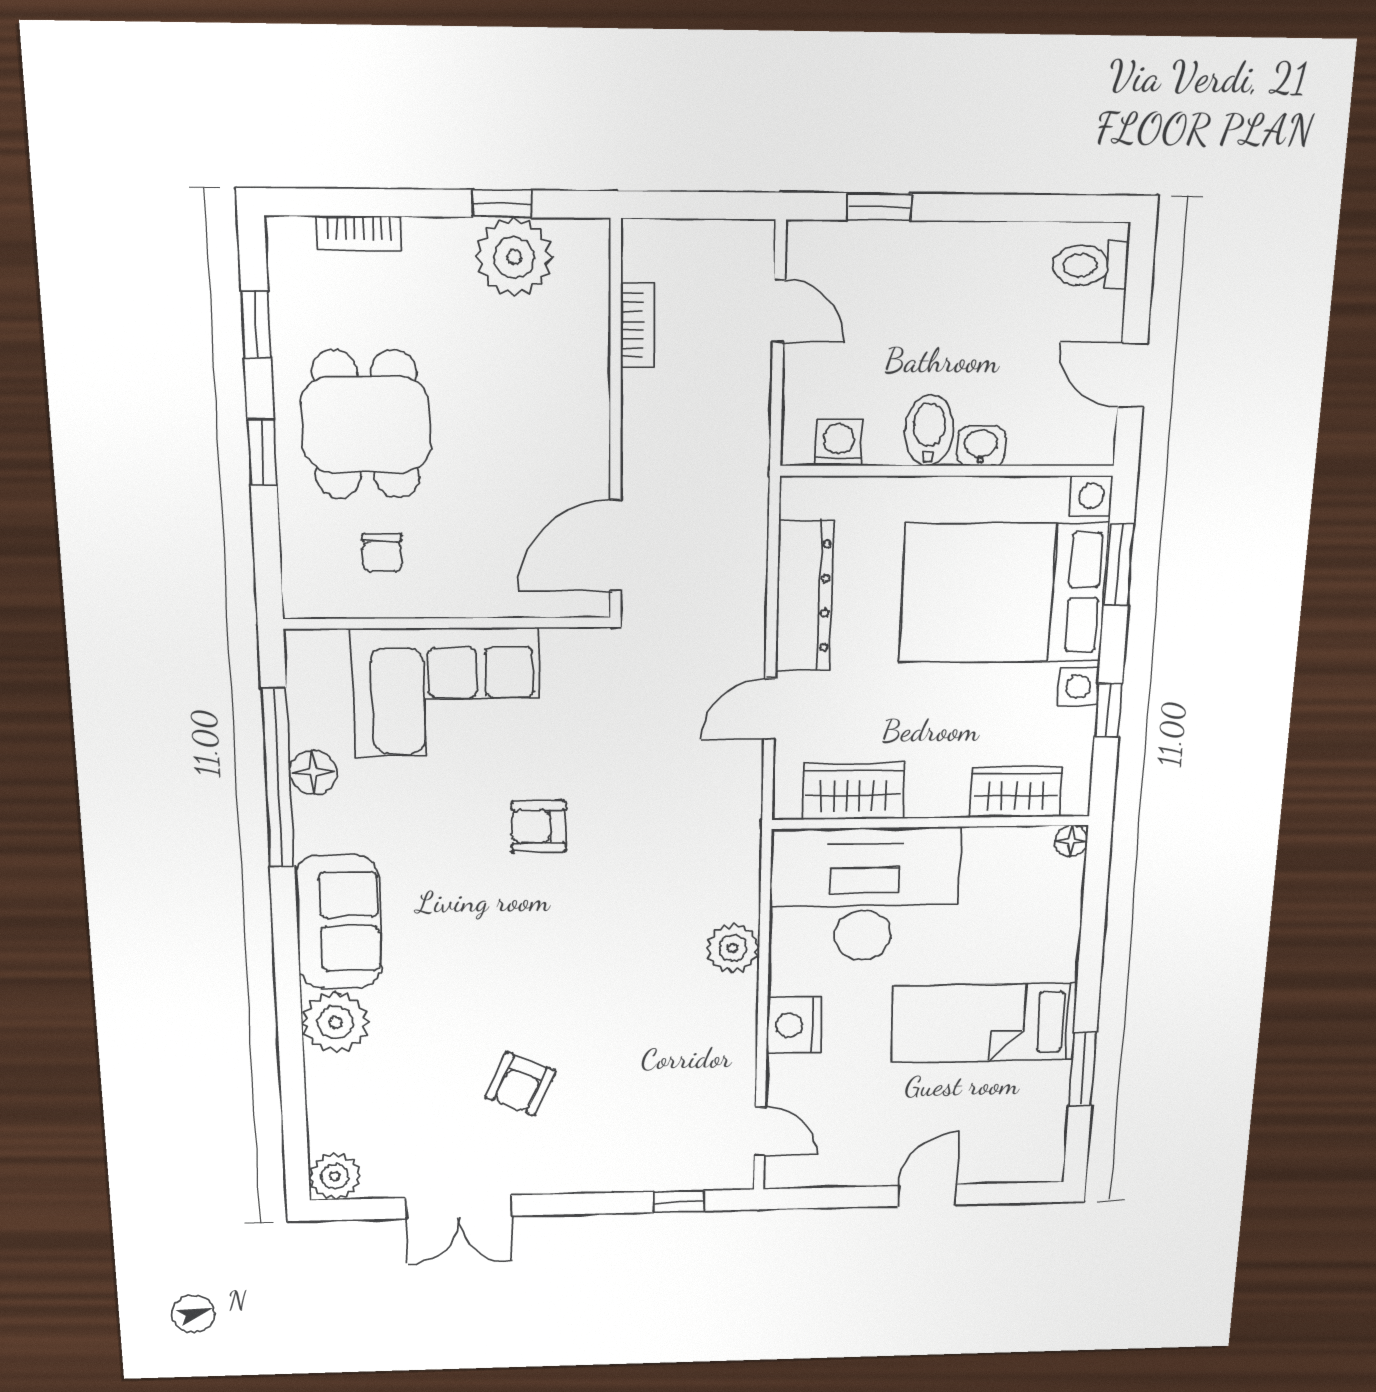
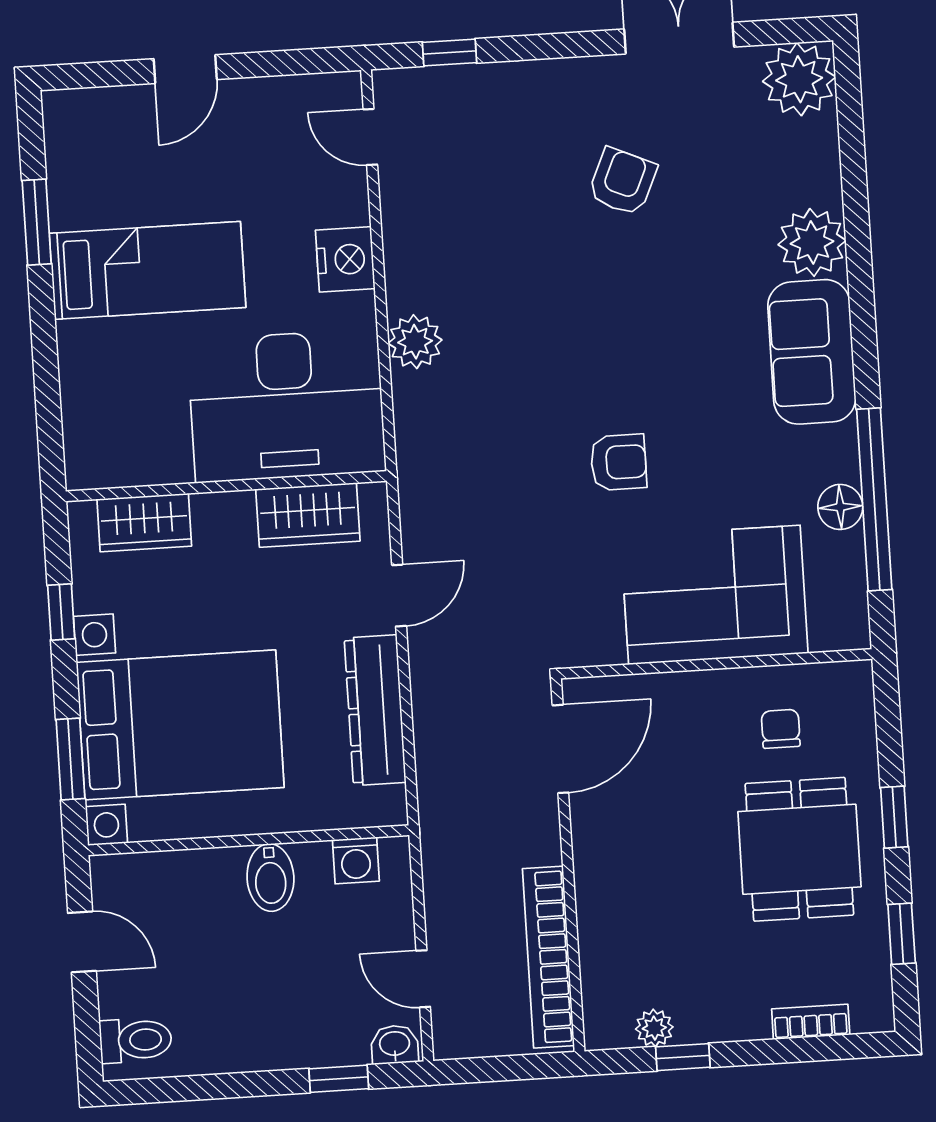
plant: (514, 257) -> (654, 1028), width x0.53, depth x0.53
bookcase: (638, 325) -> (548, 957), width x2.31, depth x1.31
washbasin: (981, 446) -> (395, 1045), moved, turned 180
floor lamp: (1071, 841) -> (81, 474), removed
plant: (335, 1176) -> (799, 79), width x1.36, depth x1.36

